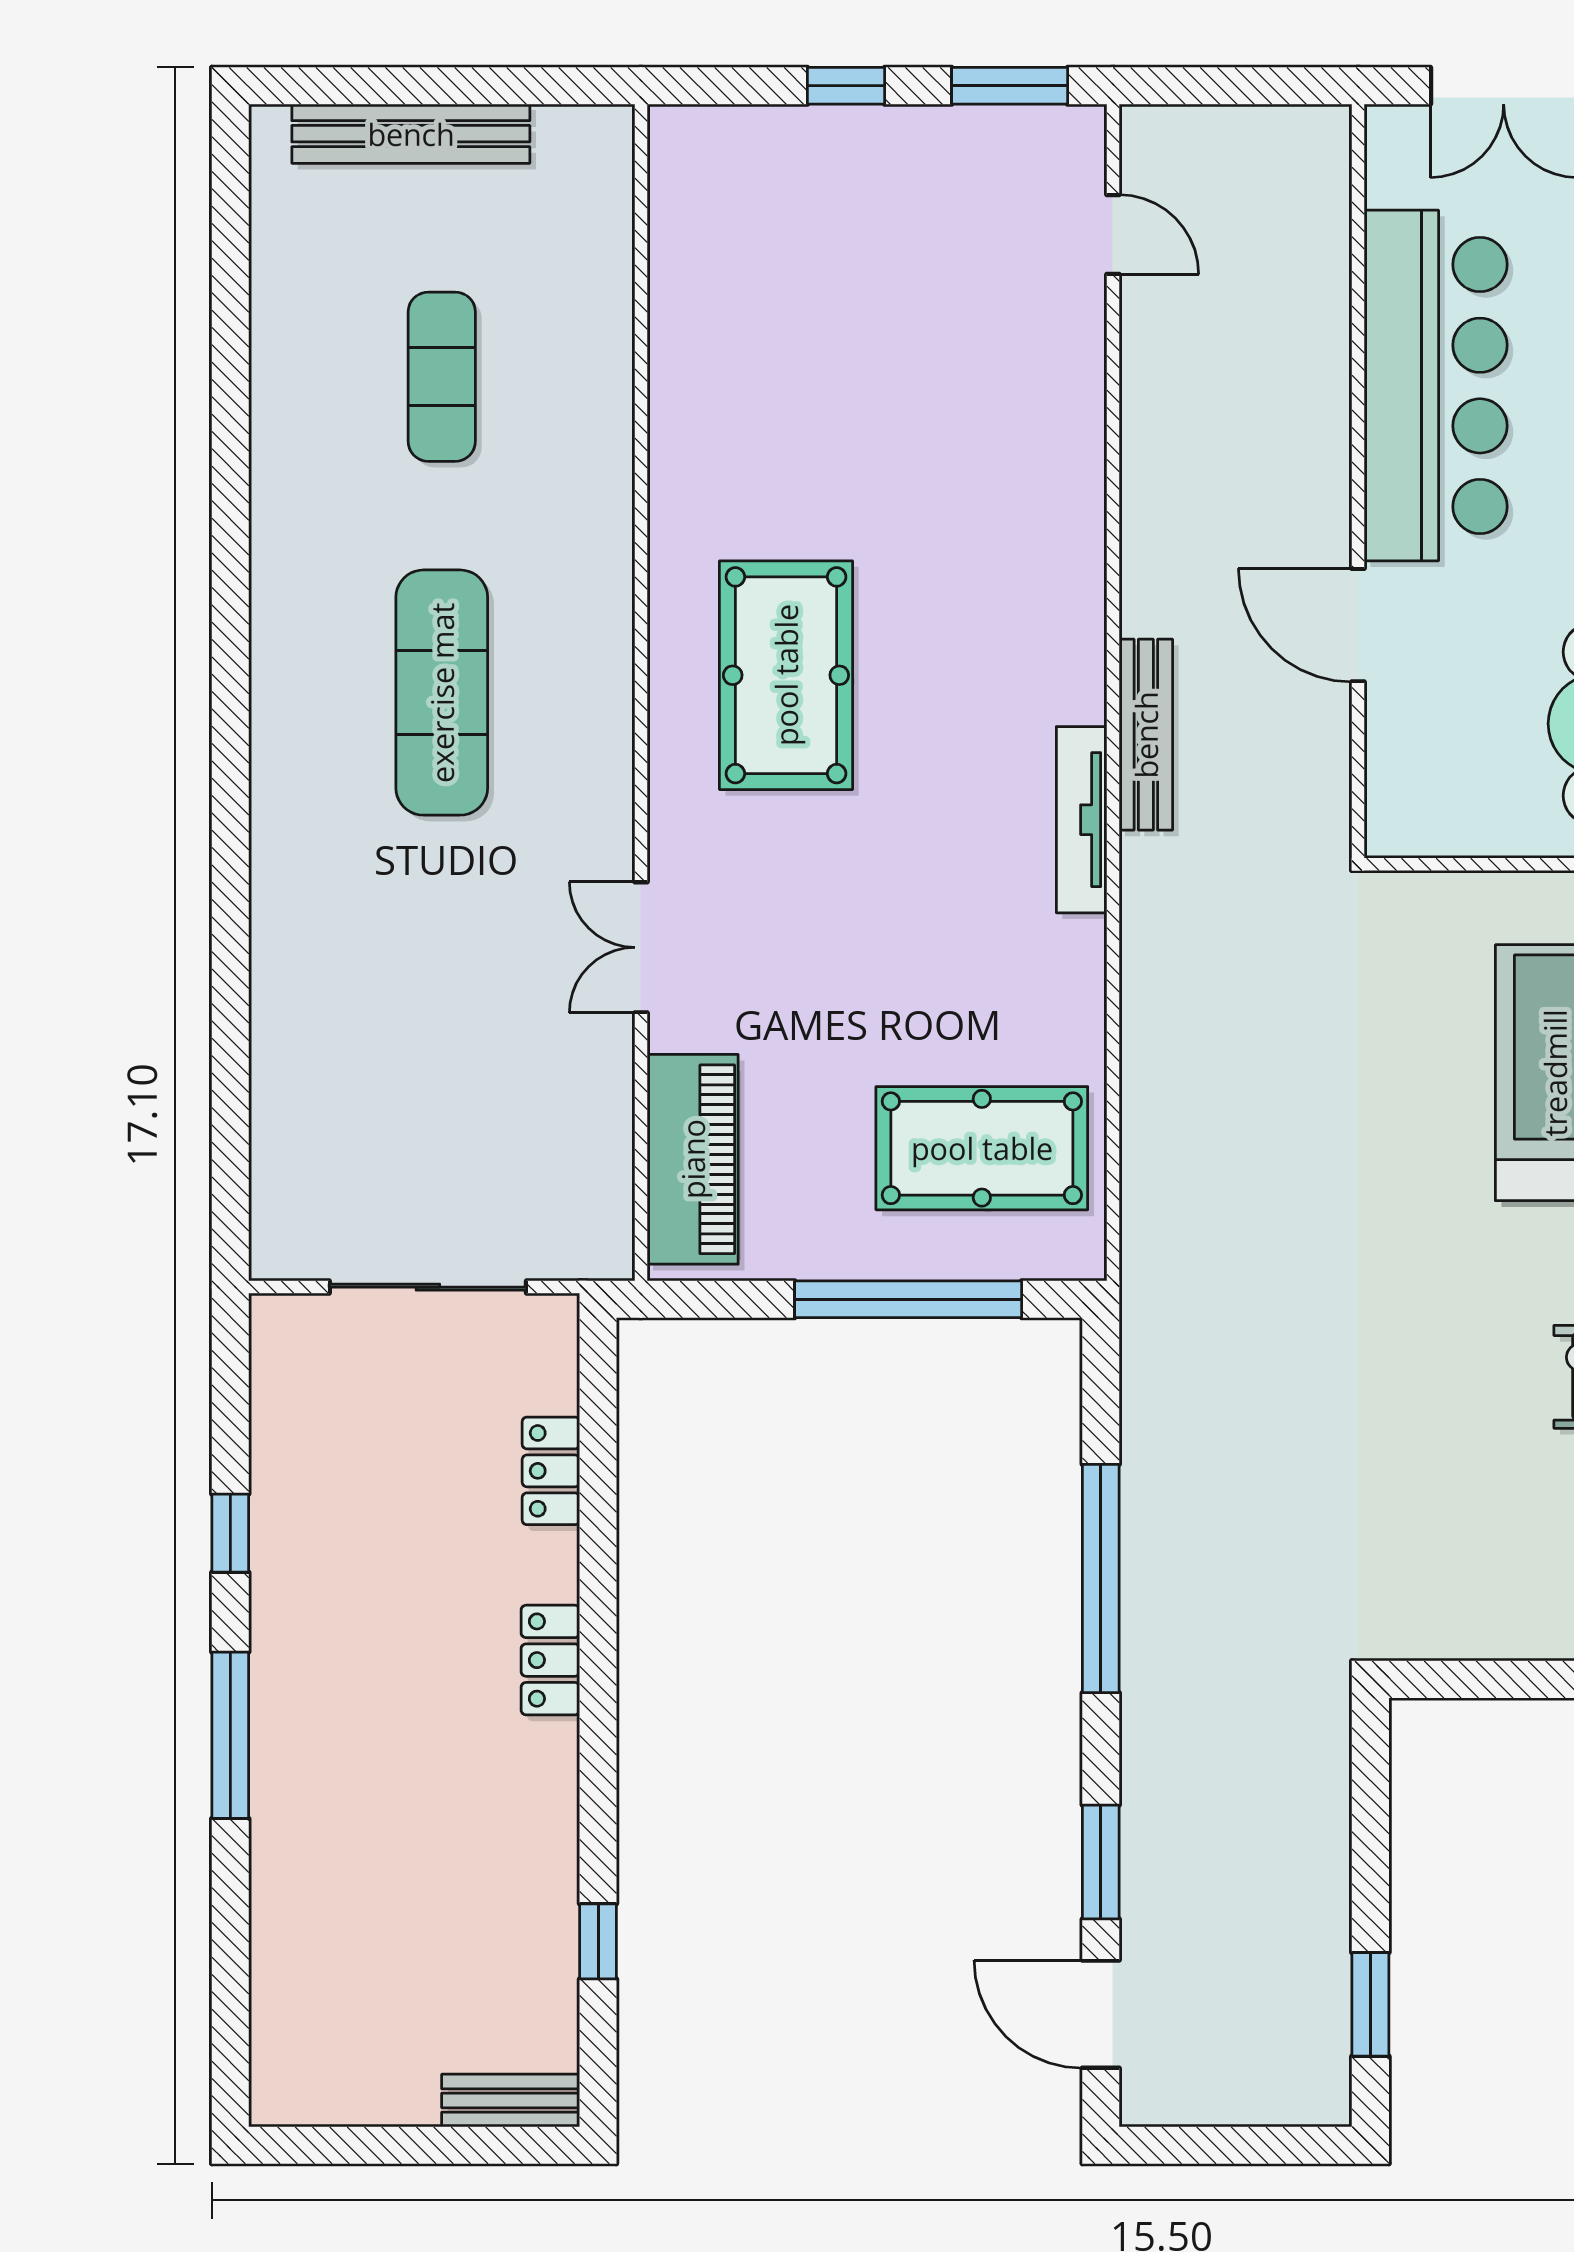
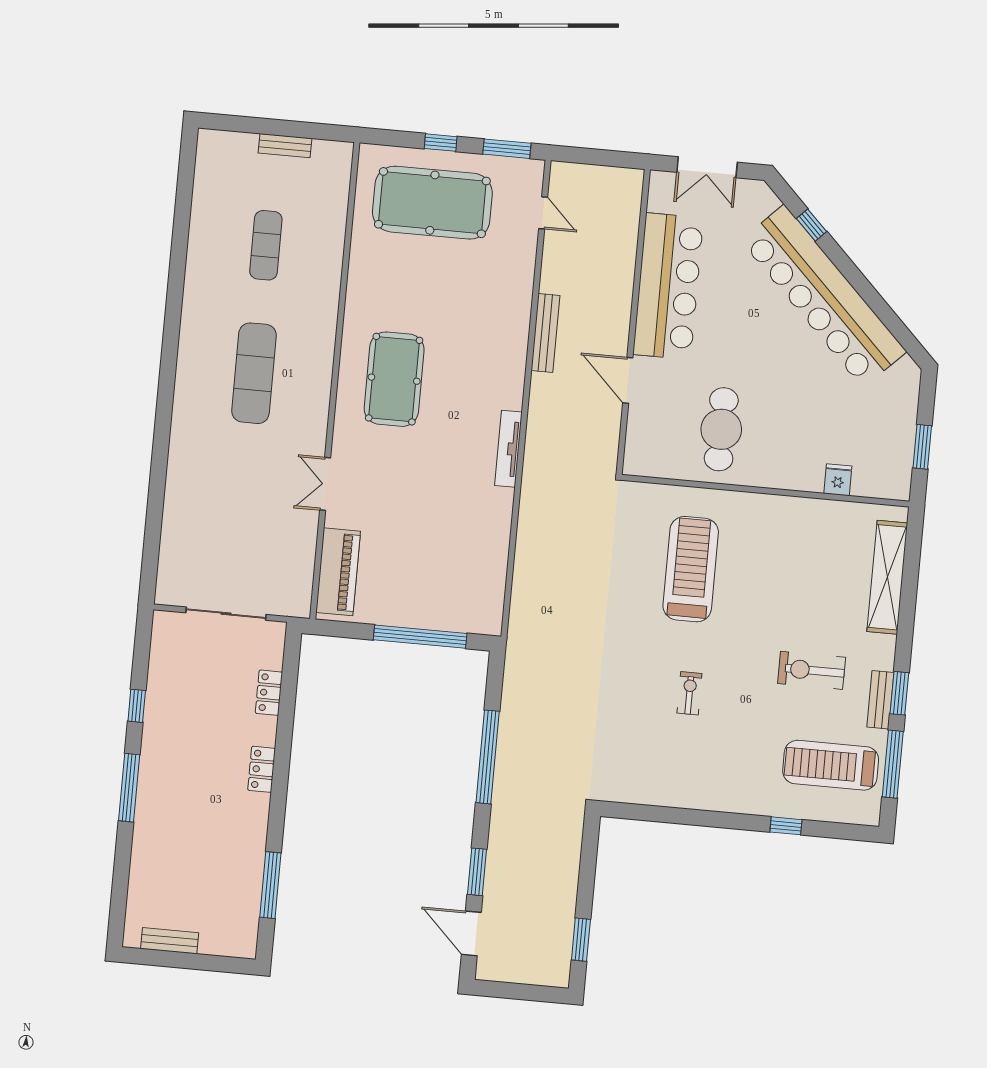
bench: (411, 134) -> (285, 146), width x0.54, depth x0.82
bench: (1146, 735) -> (545, 333), moved
pool table: (982, 1148) -> (432, 203), moved, width x1.36, depth x1.32
window: (598, 1941) -> (270, 885), width x2.17
bench: (511, 2100) -> (170, 941), moved

